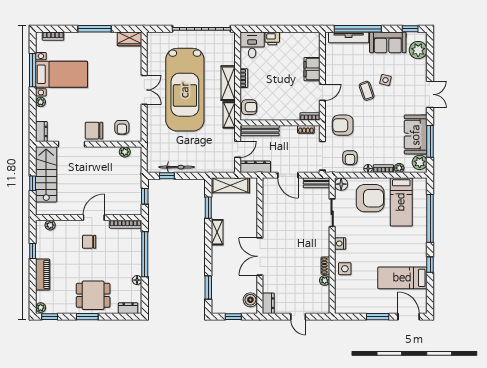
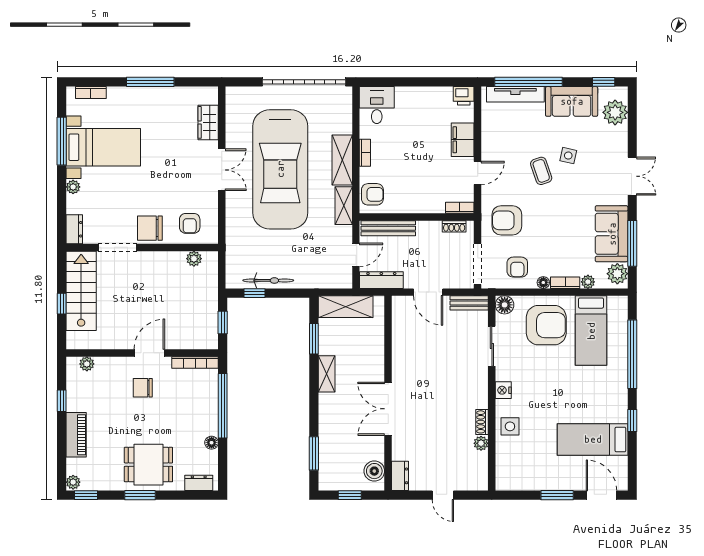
printer: (272, 38) -> (464, 96), moved
wardrobe: (130, 39) -> (208, 122), moved, turned 90

